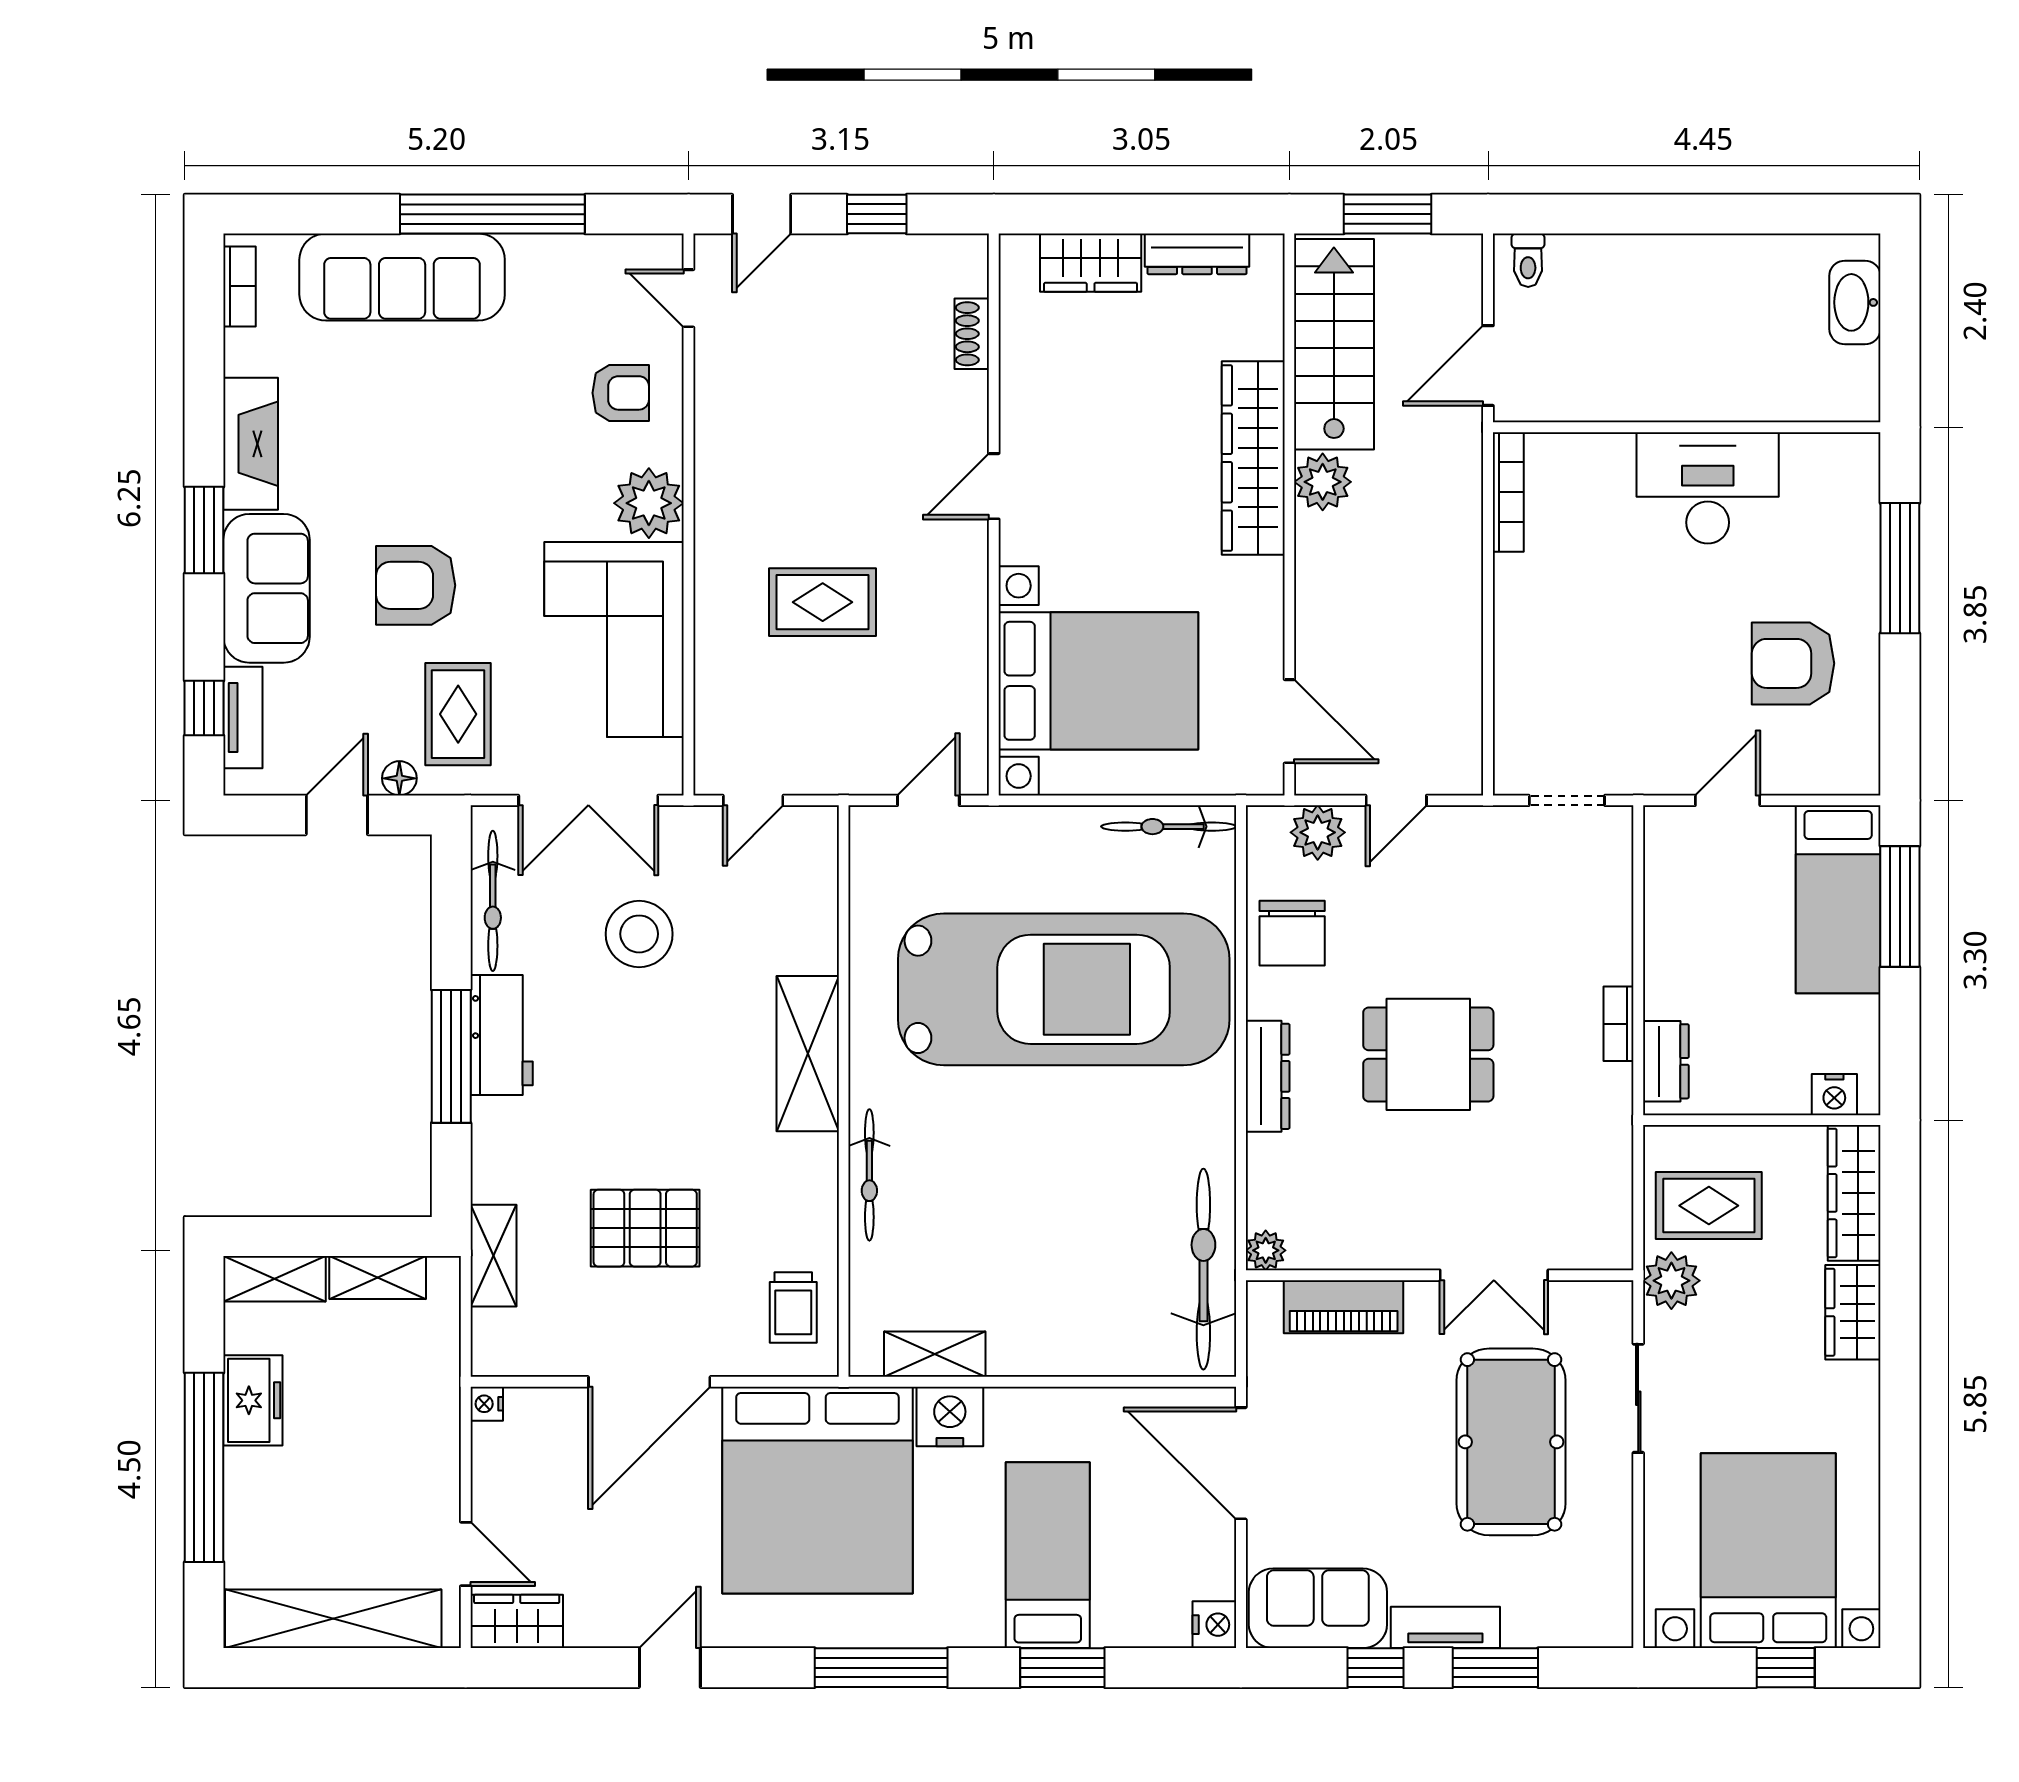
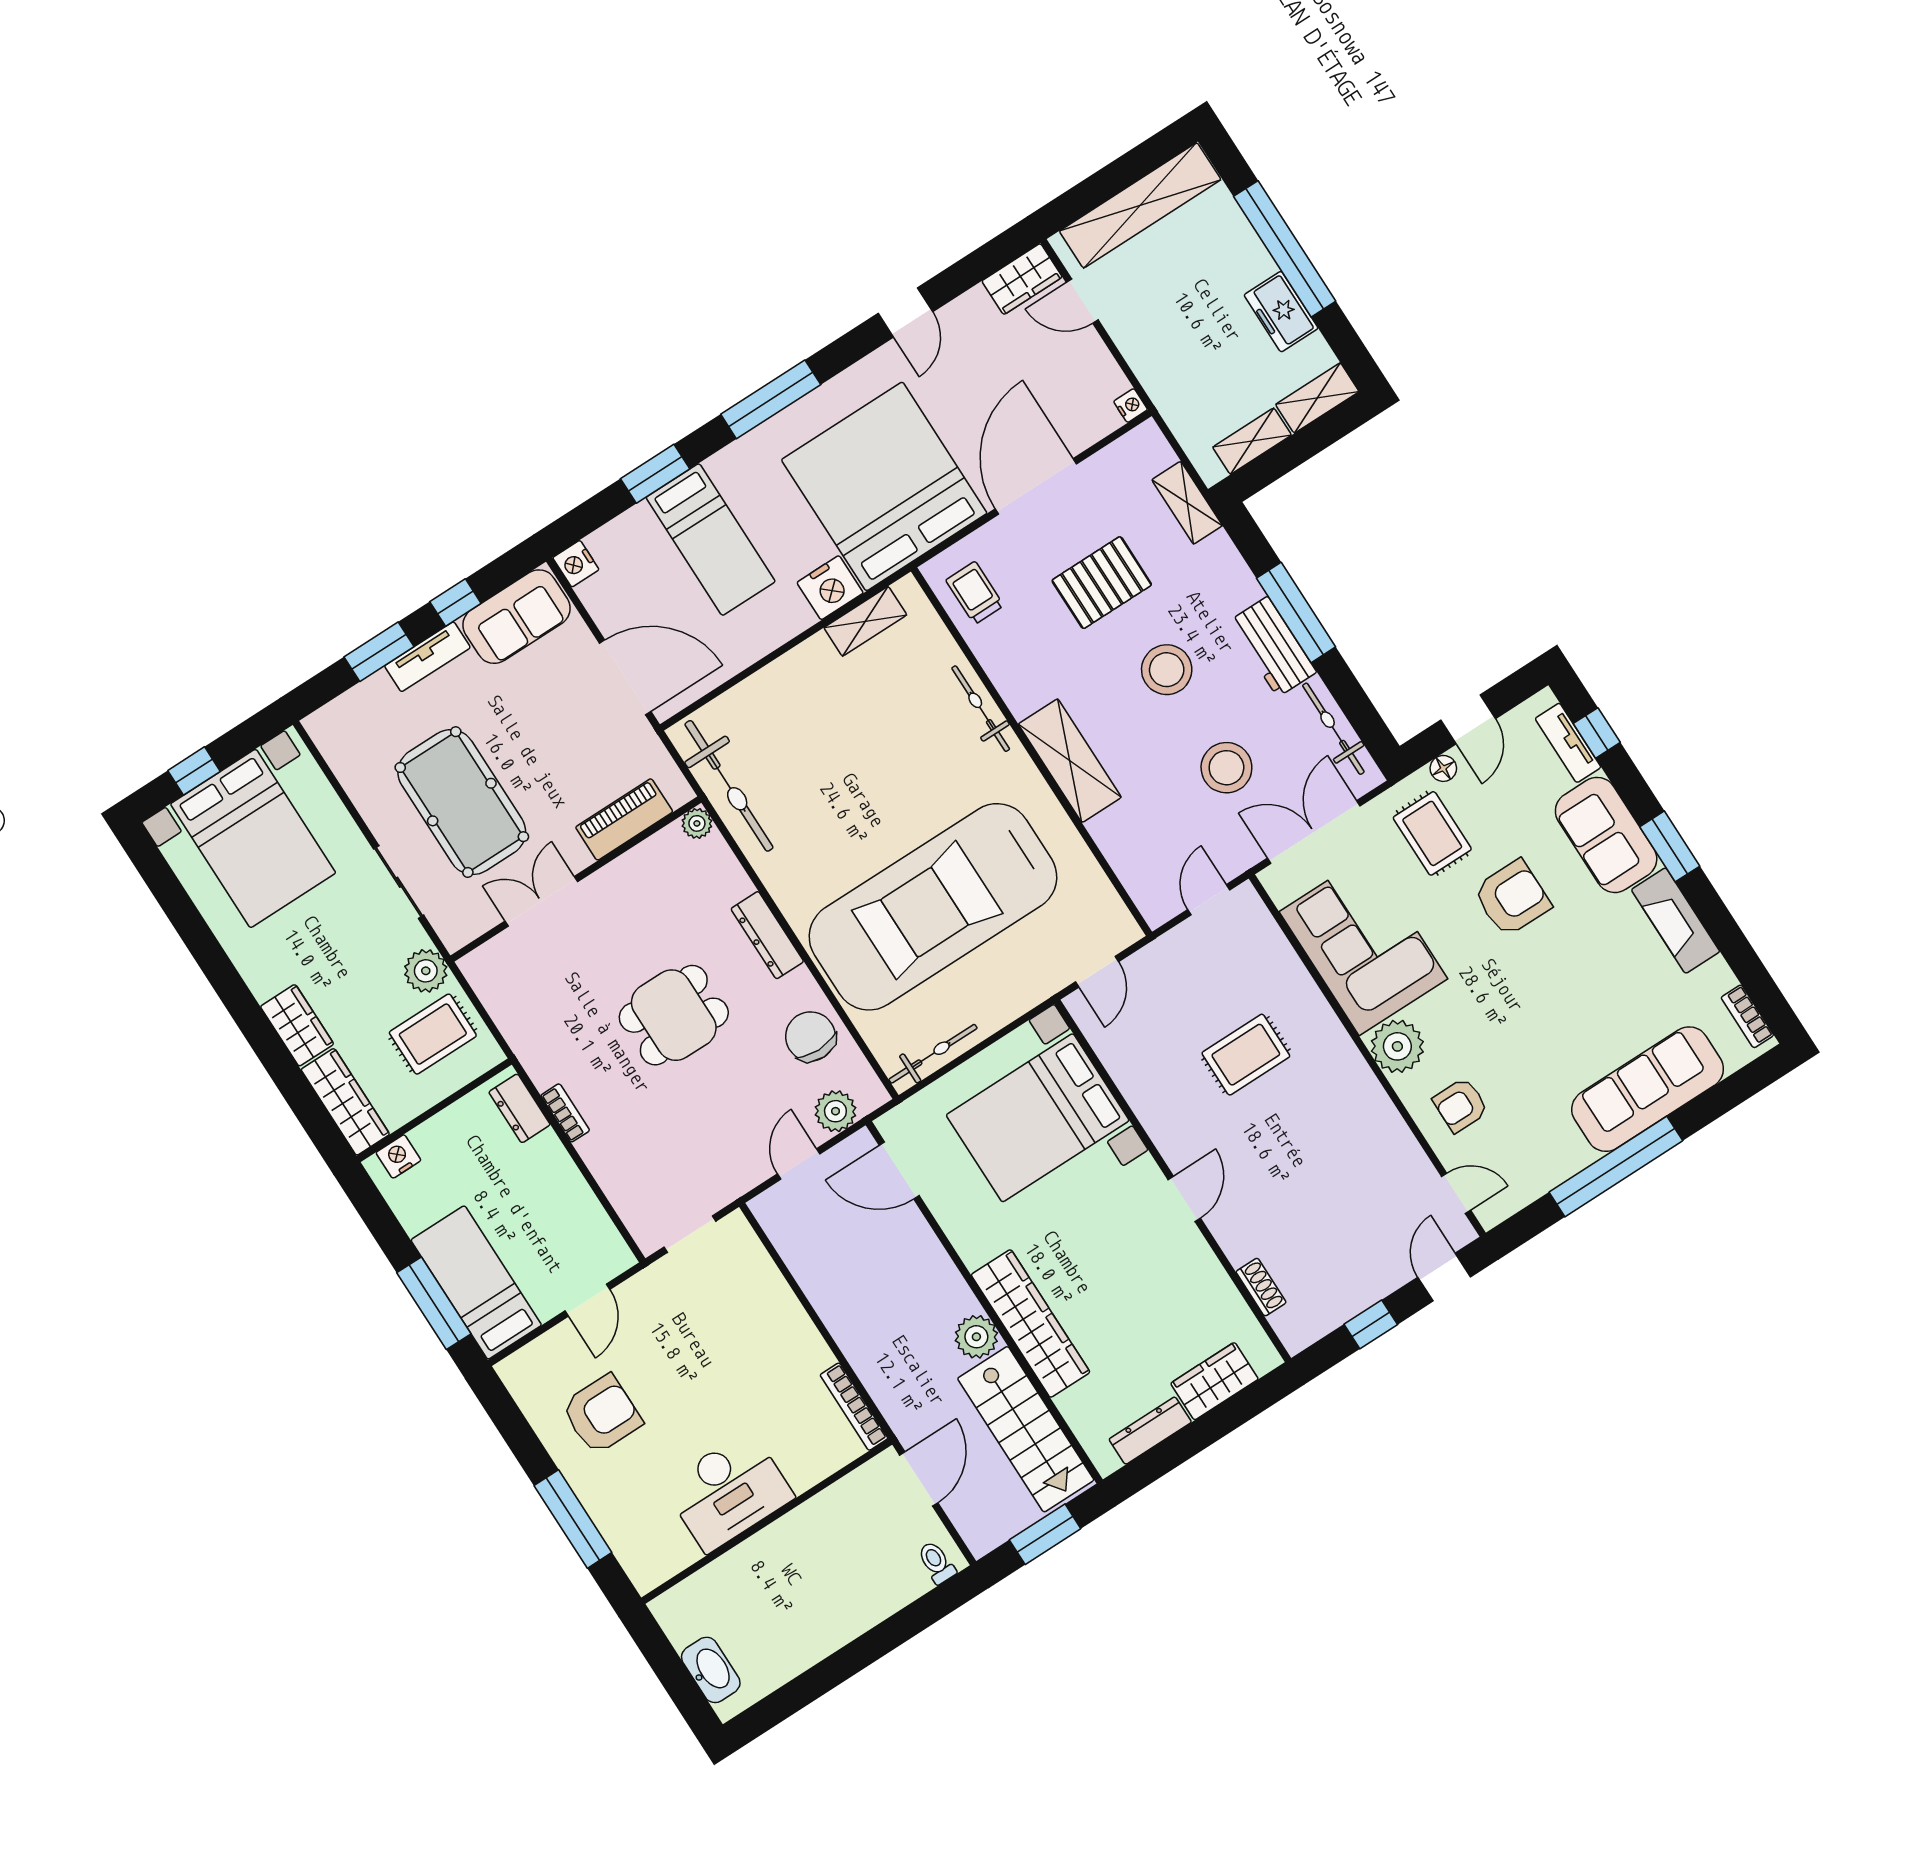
stool: (635, 1085) -> (1167, 670), added

